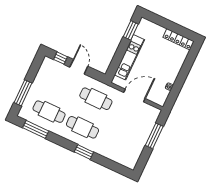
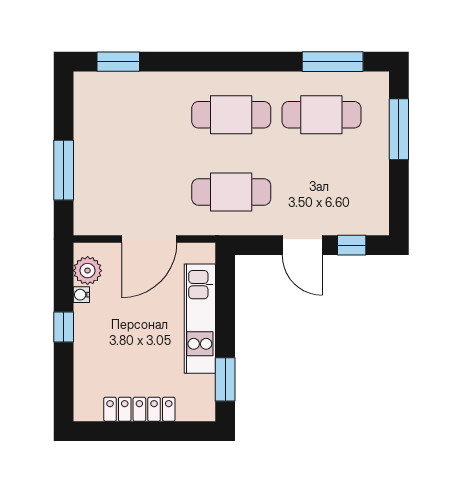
locker: (178, 39) -> (139, 409), moved
window: (181, 78) -> (64, 327), added
plant: (163, 95) -> (88, 271), added
window: (84, 152) -> (118, 62), moved

